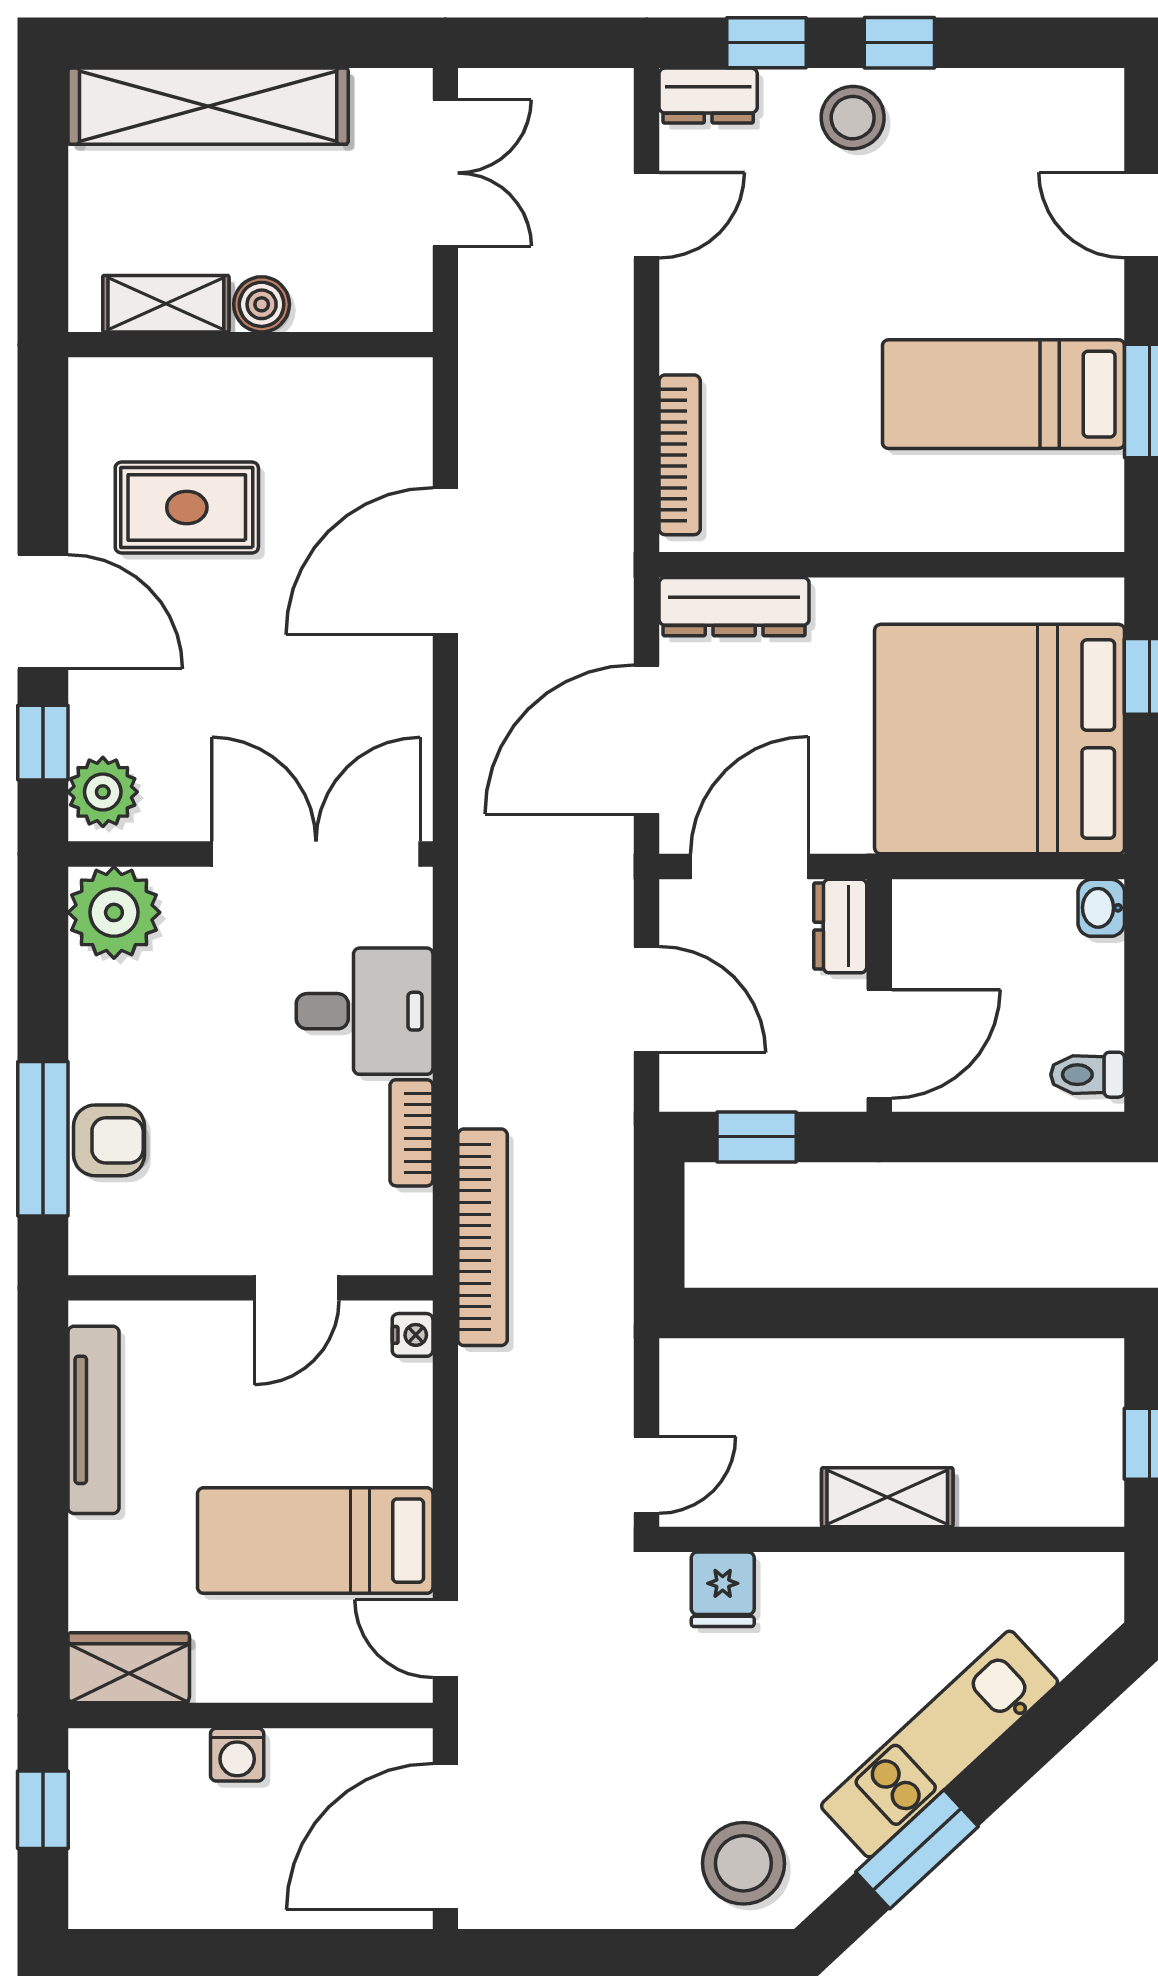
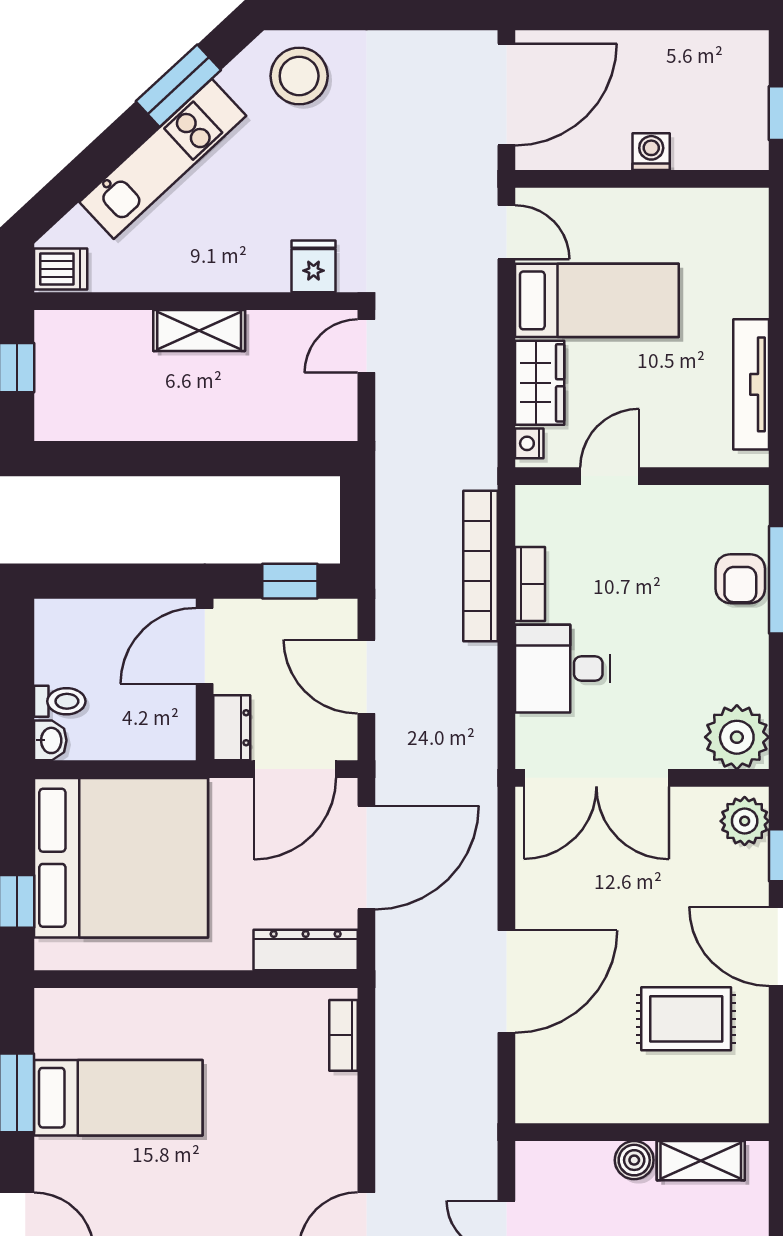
bookcase: (680, 455) -> (343, 1035), width x0.64
toilet: (1088, 1075) -> (60, 701), moved
armchair: (109, 1140) -> (740, 579), turned -90
bookcase: (483, 1237) -> (481, 566), moved
dishwasher: (1086, 1586) -> (61, 269), added
wardrobe: (129, 1668) -> (540, 383), moved, turned -90

